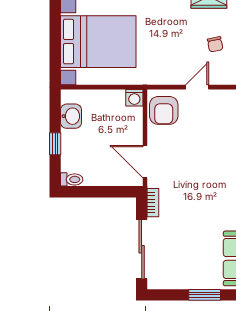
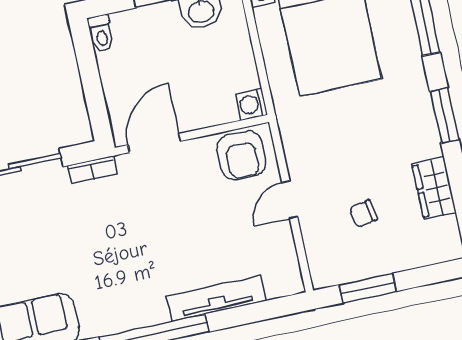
door: (197, 87) -> (290, 200), swing flipped
armchair: (164, 110) -> (241, 155), turned -90

